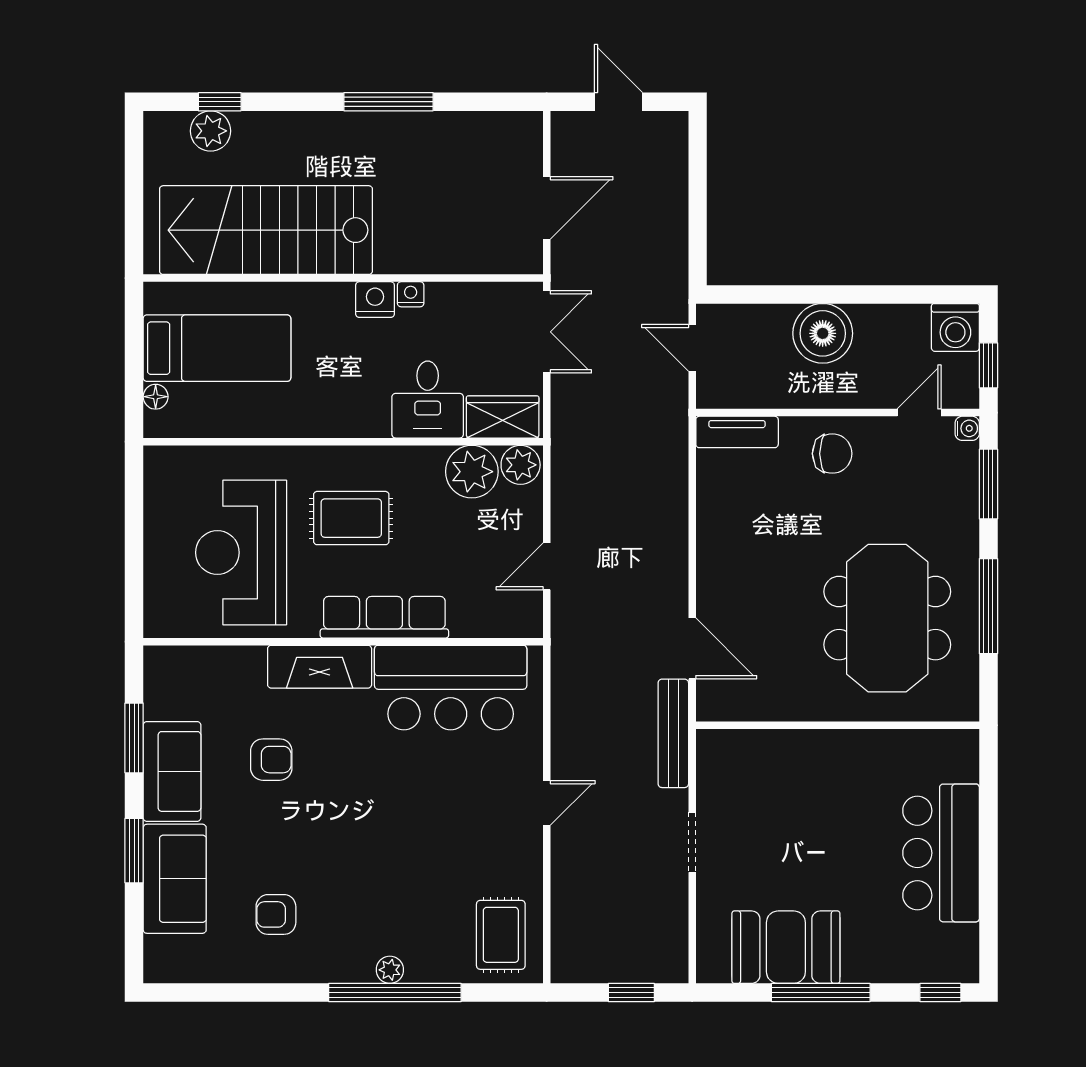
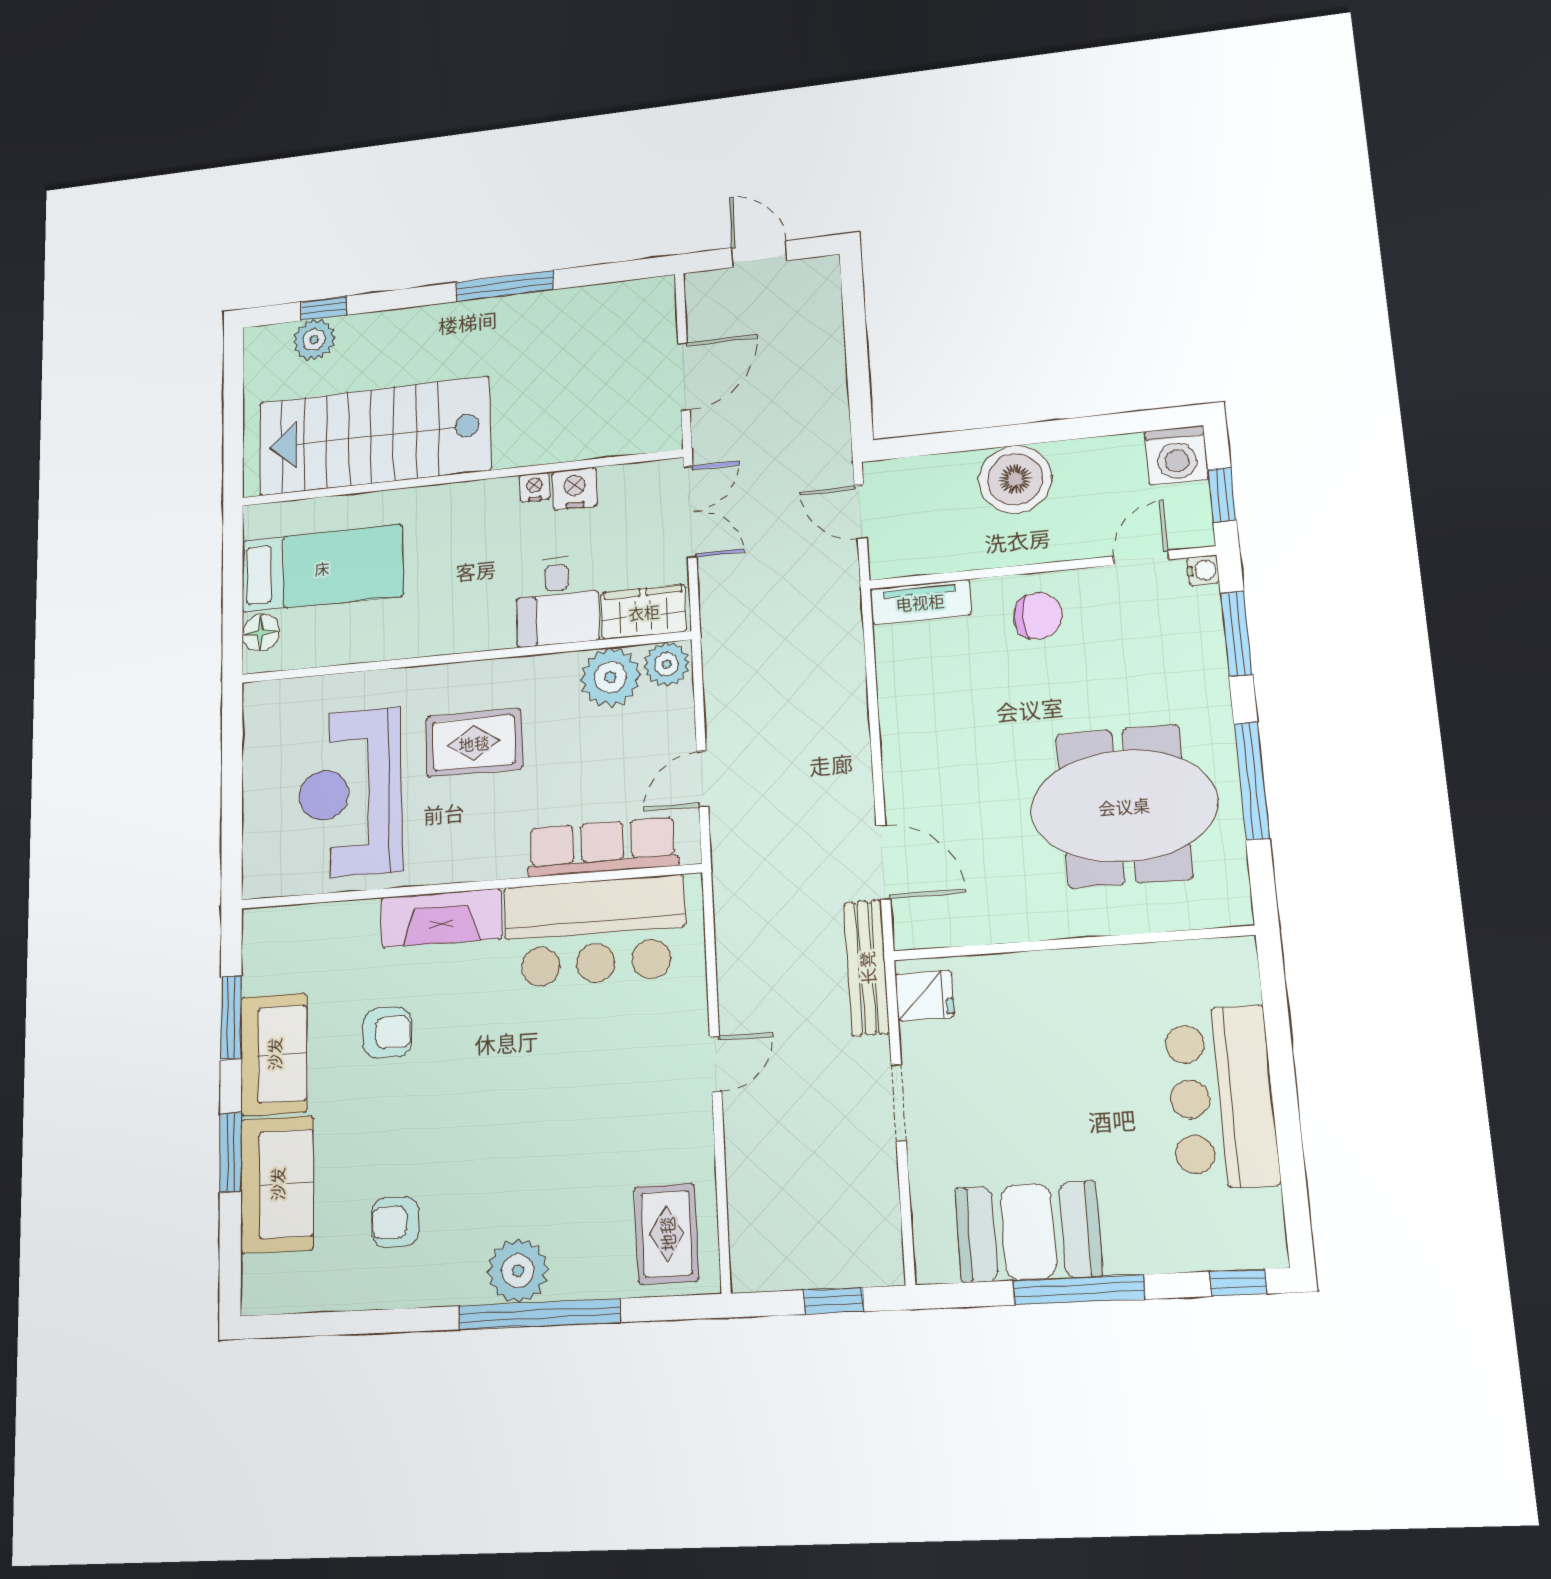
nightstand: (375, 300) -> (575, 489), moved
floor lamp: (156, 397) -> (261, 632), width x1.37, depth x1.37
row of seats: (384, 617) -> (602, 847), moved
meeting table: (887, 618) -> (1124, 806), turned 90
fridge: (718, 759) -> (925, 995), added
plant: (390, 970) -> (518, 1271), width x1.87, depth x1.87

